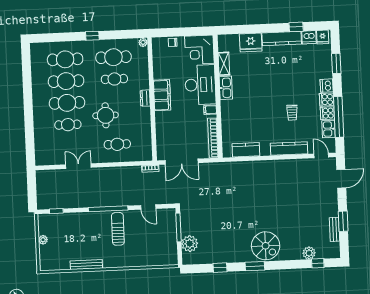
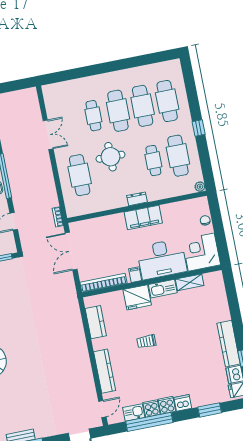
fridge: (251, 42) -> (137, 297), moved, turned -90
trolley: (292, 113) -> (146, 341), moved
cafe table: (117, 144) -> (80, 175), width x1.37, depth x1.35

